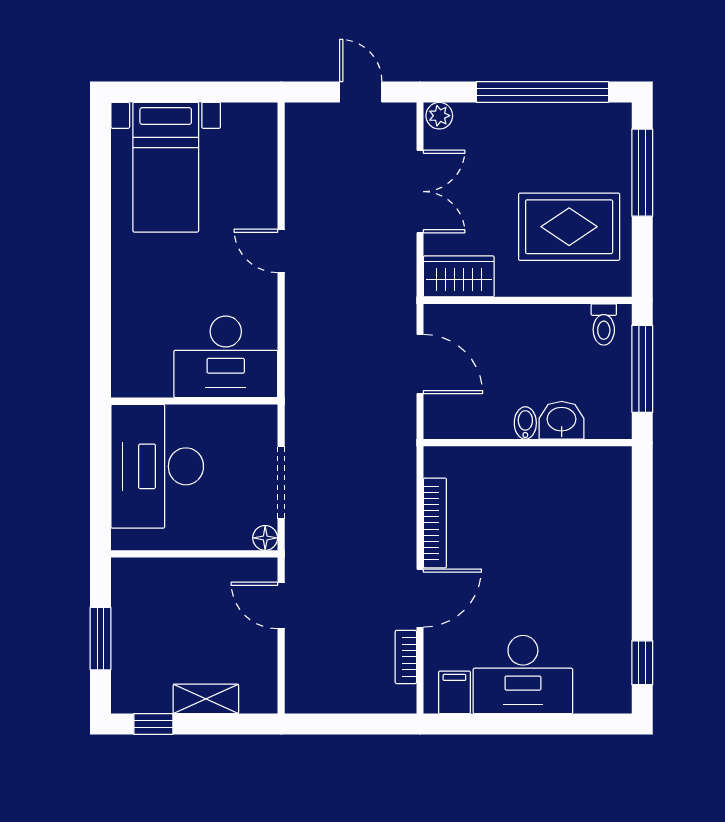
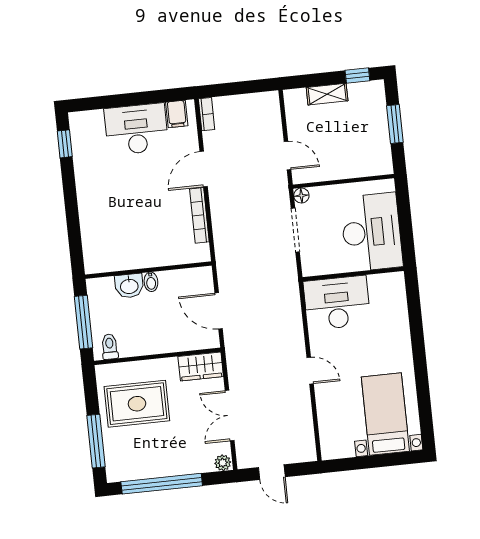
bookcase: (406, 657) -> (207, 114), moved

